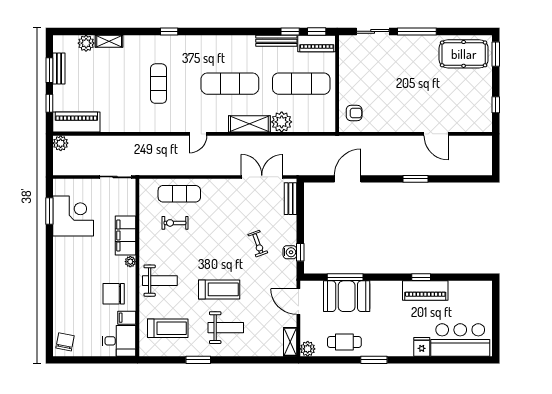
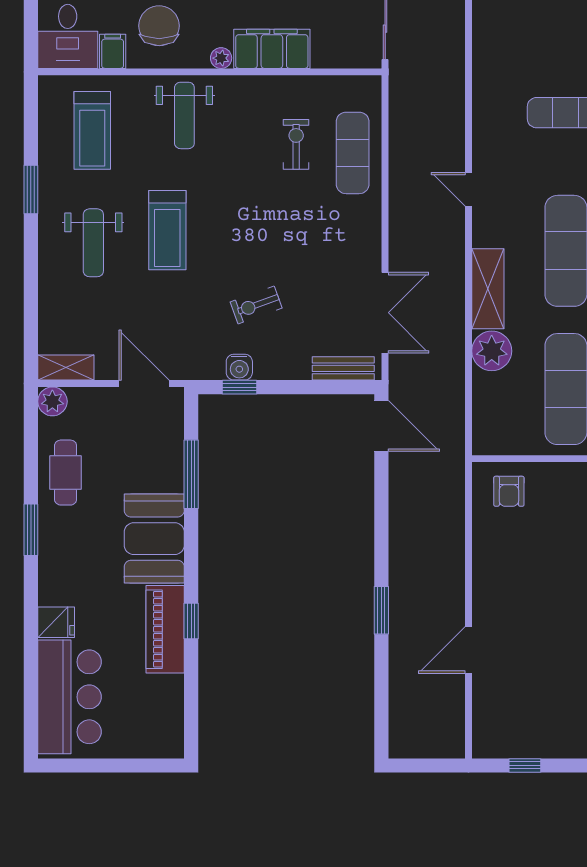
door: (348, 179) -> (381, 426), moved
booth: (347, 296) -> (154, 539), moved
door: (298, 301) -> (144, 383), hinge flipped

